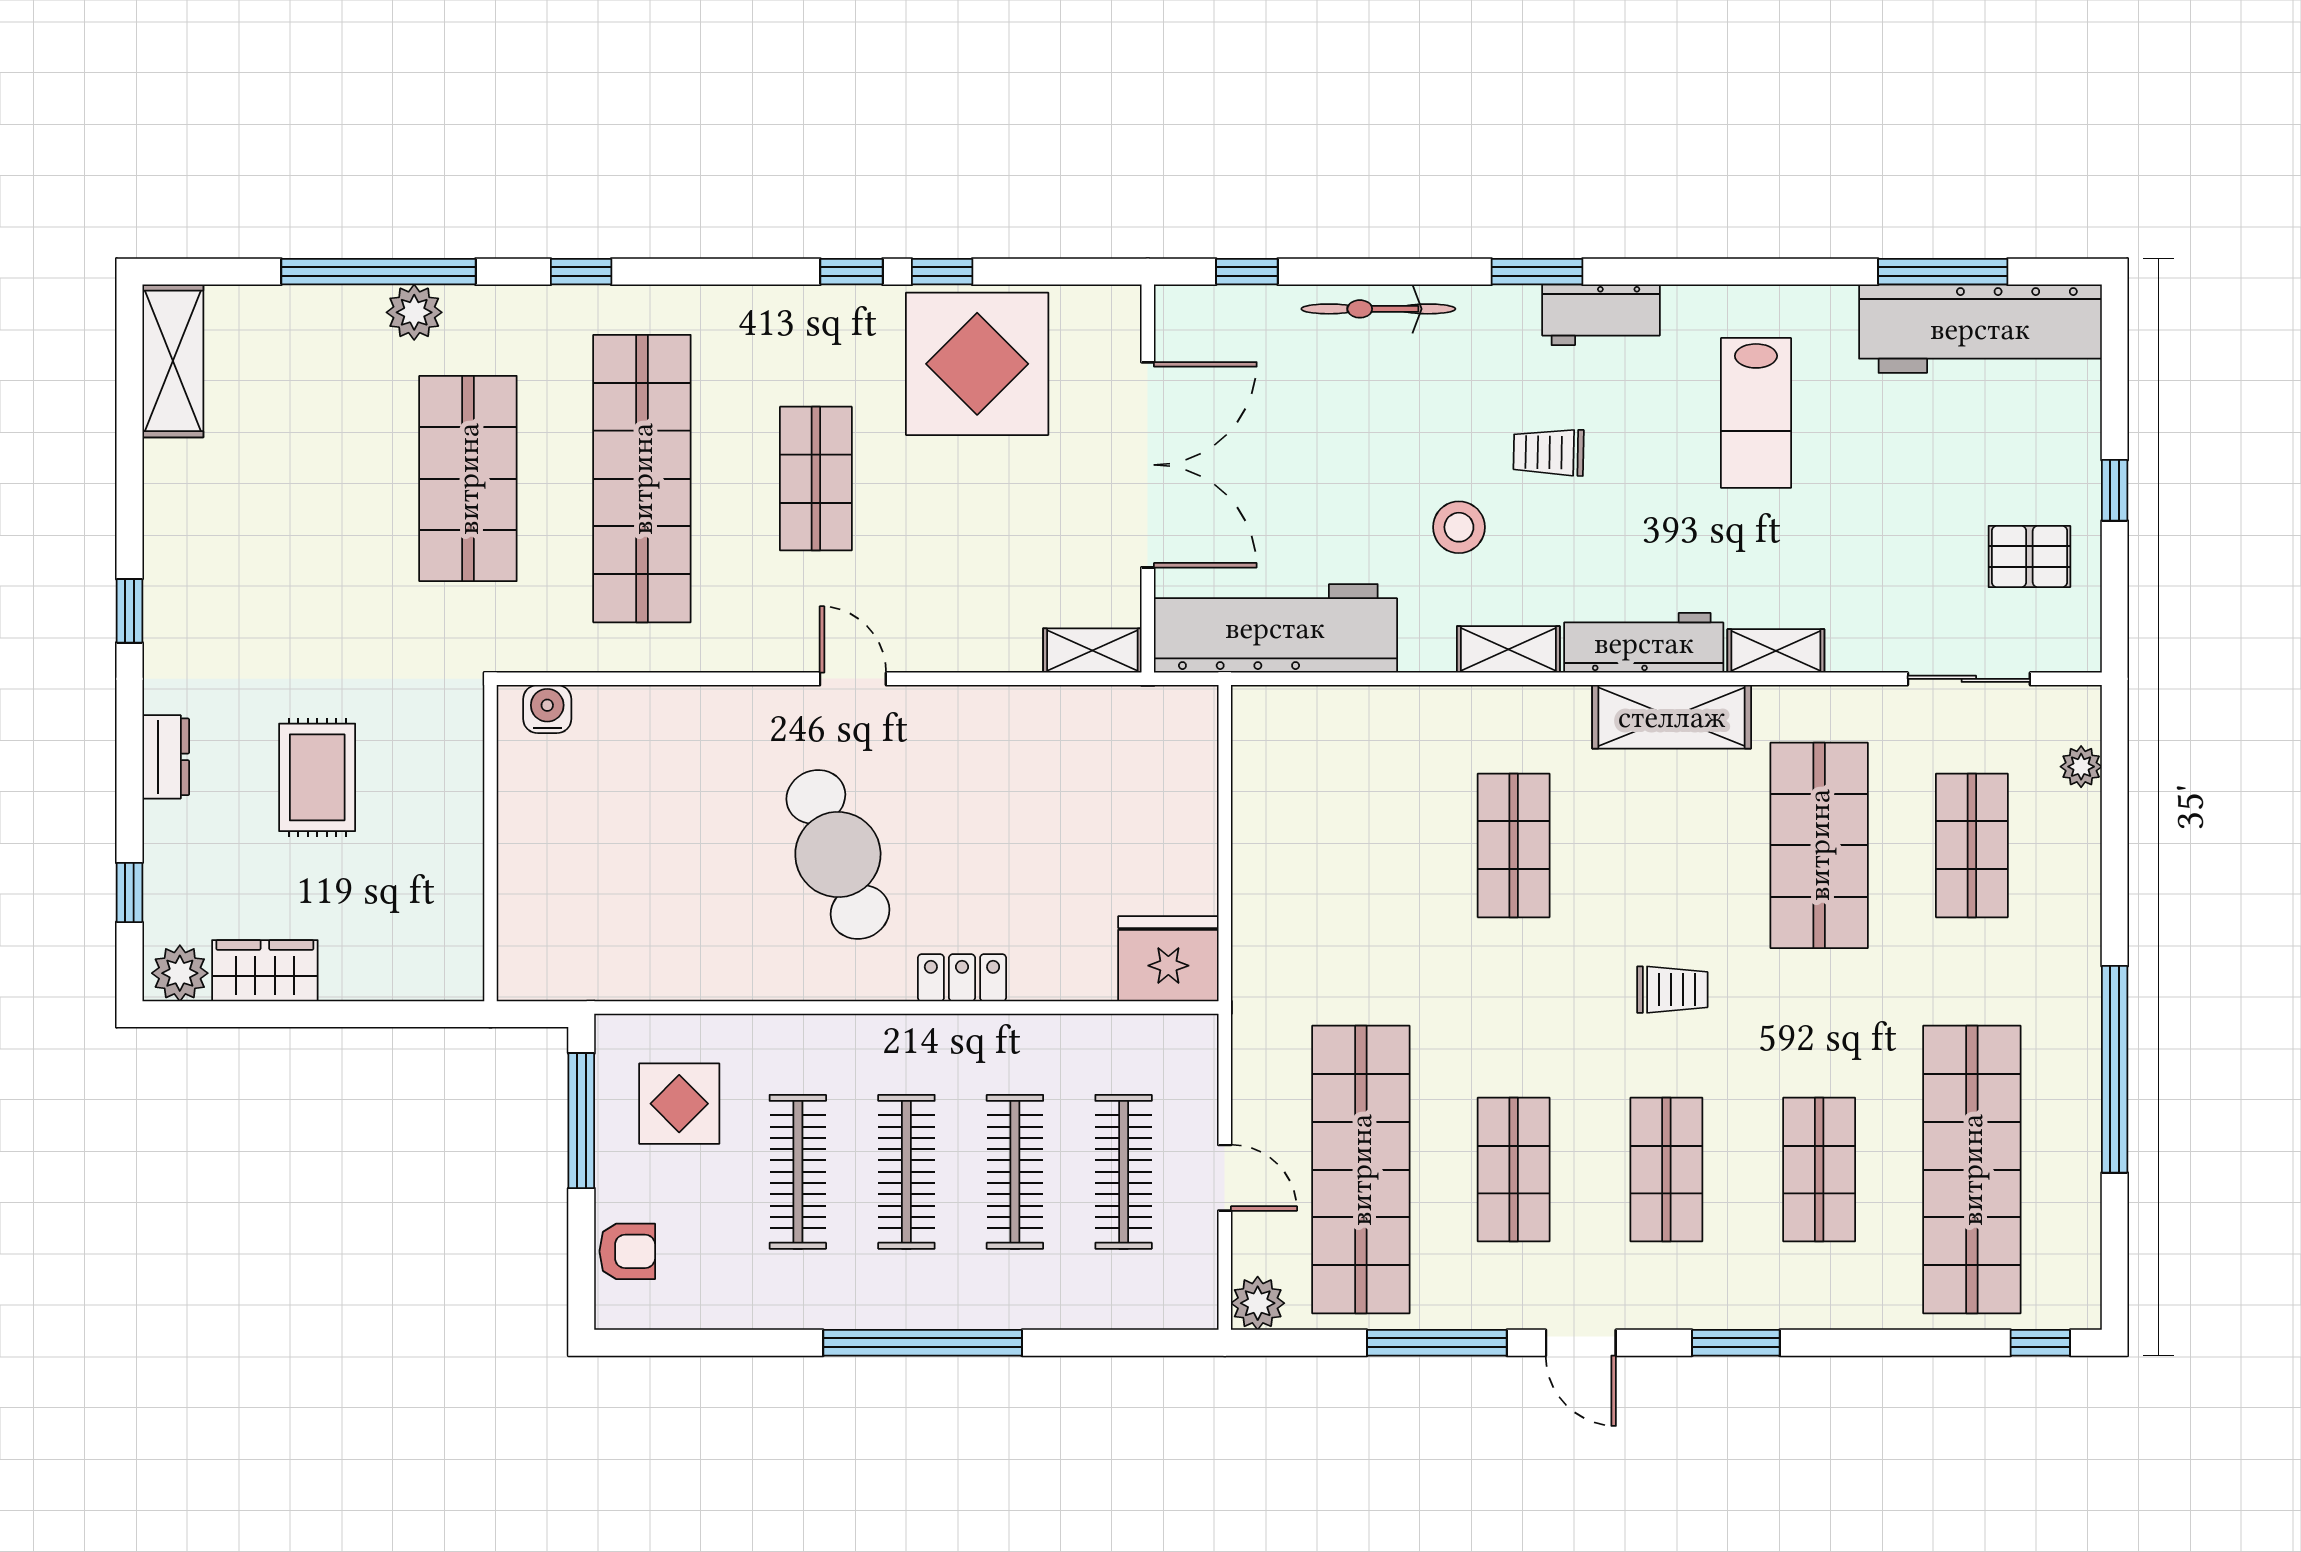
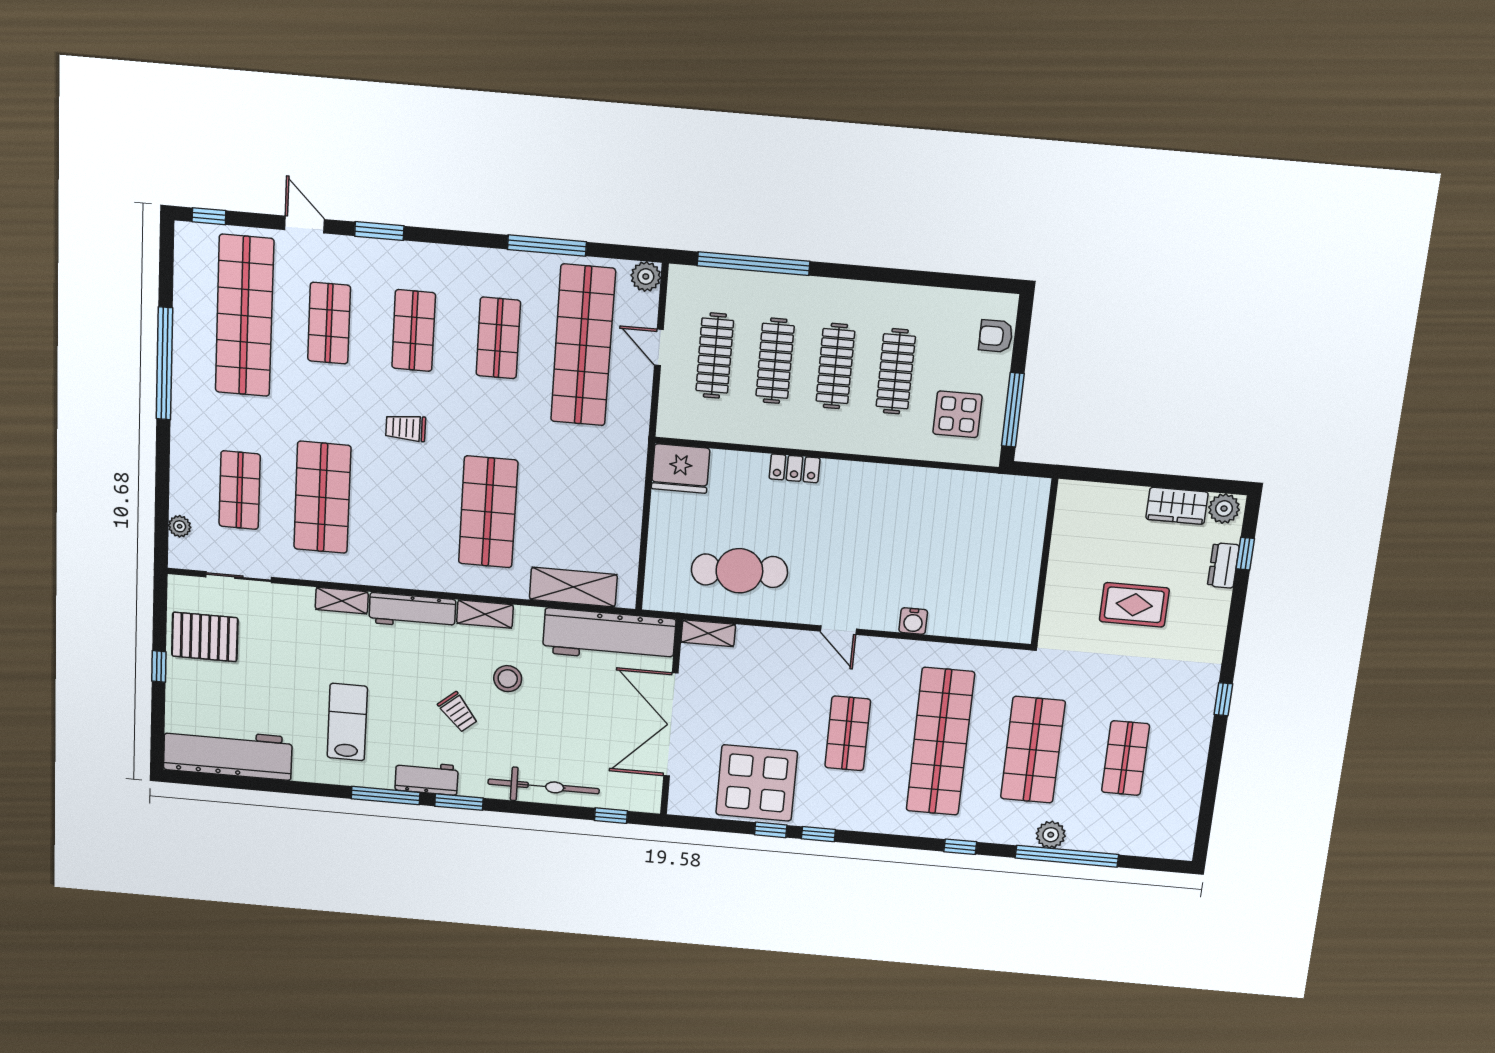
window: (1943, 272) -> (386, 796), moved
bicycle: (1378, 309) -> (544, 786), width x1.37, depth x1.40
shelving: (173, 361) -> (1181, 822), removed
trolley: (1549, 452) -> (458, 712), turned 49
shop shelf: (294, 479) -> (1126, 758), added
pallet: (2029, 556) -> (205, 637), width x1.50, depth x1.42
water cooler: (547, 709) -> (913, 621), moved
shelving: (1672, 717) -> (573, 587), moved
dresser: (166, 757) -> (1223, 565), moved
rug: (317, 777) -> (1134, 605), turned 90
shop shelf: (1514, 845) -> (488, 512), width x1.43, depth x1.36
cafe table: (838, 855) -> (739, 571), moved, turned -72
window: (923, 1343) -> (754, 264), moved
door: (1581, 1343) -> (305, 225), moved

